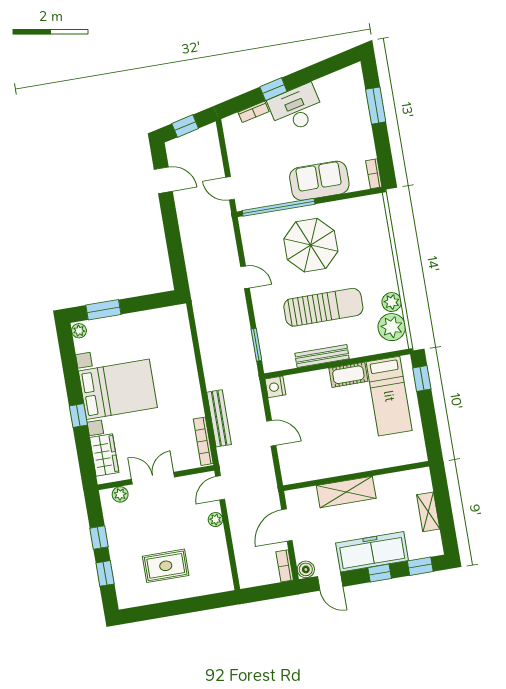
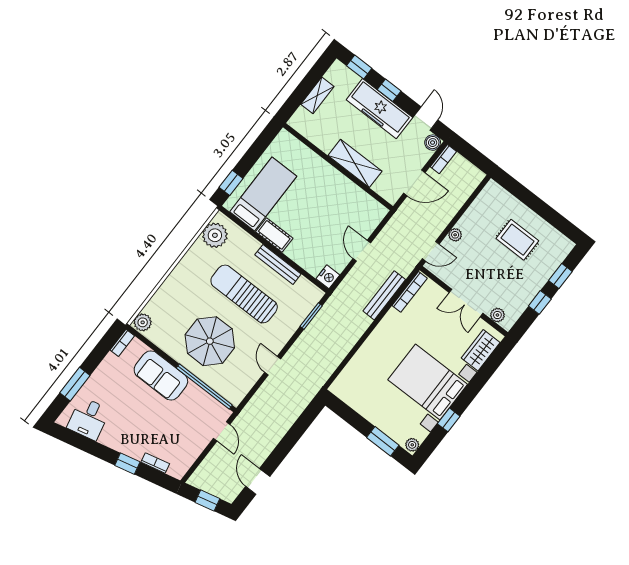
desk: (296, 109) -> (89, 419), moved, width x0.73
plant: (392, 302) -> (143, 322), moved
window: (78, 416) -> (449, 420), moved

